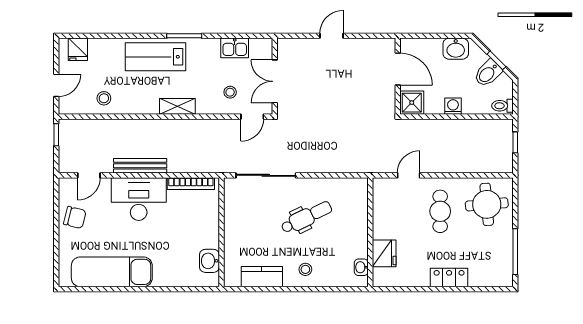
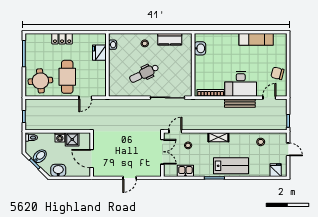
door: (56, 85) -> (288, 149), swing flipped
shower: (412, 103) -> (72, 139), moved
cafe table: (440, 211) -> (67, 77), width x1.37, depth x1.35
exam couch: (112, 272) -> (256, 39), width x0.73, depth x0.69

